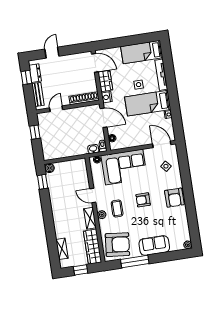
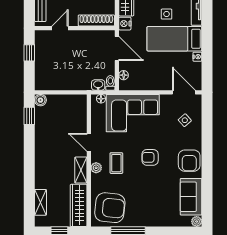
sofa: (154, 246) -> (191, 197), moved, turned -90

